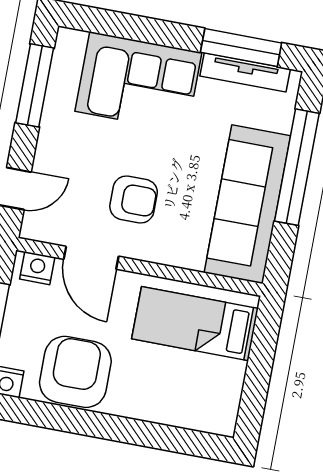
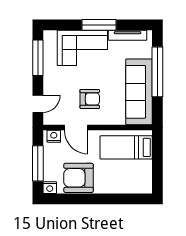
window: (241, 48) -> (99, 25), moved
armchair: (75, 372) -> (79, 178), turned -90

